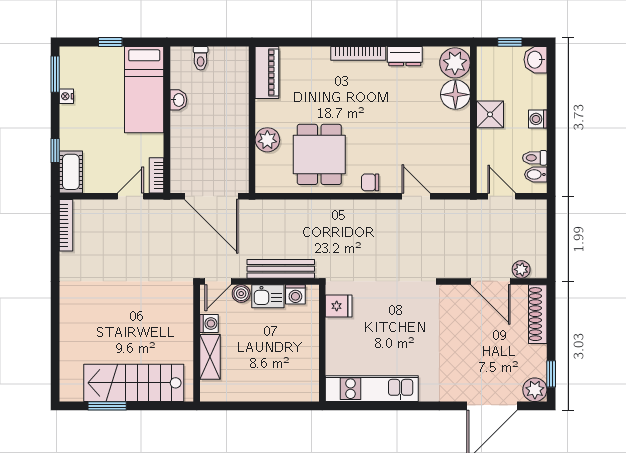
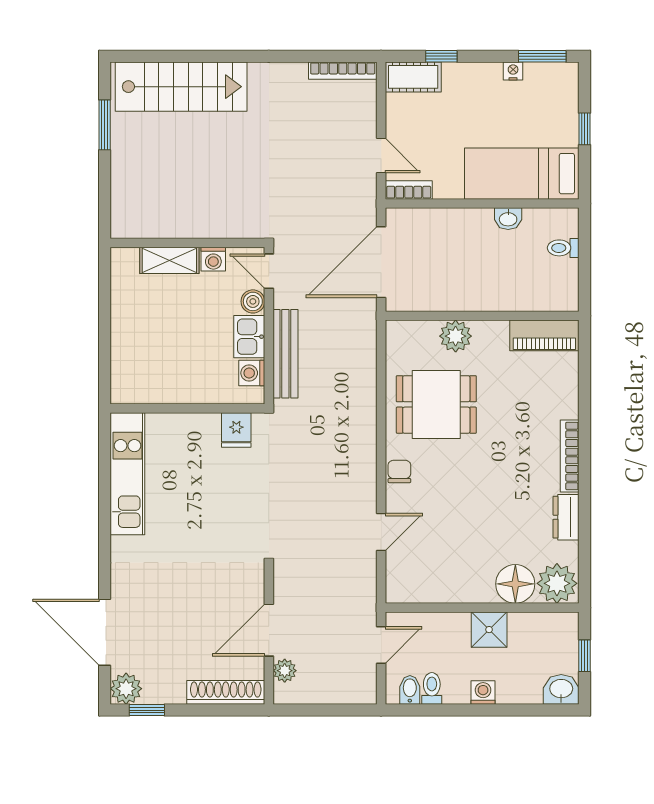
stairs: (134, 383) -> (181, 87), moved, turned 90

